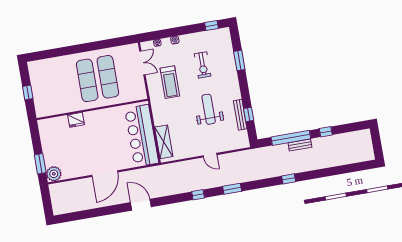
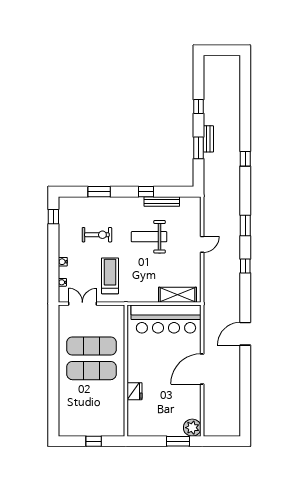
treadmill: (170, 82) -> (110, 276), turned -90
window: (249, 114) -> (146, 192), moved
window: (291, 138) -> (198, 148), width x0.47
door: (105, 174) -> (202, 369), swing flipped

